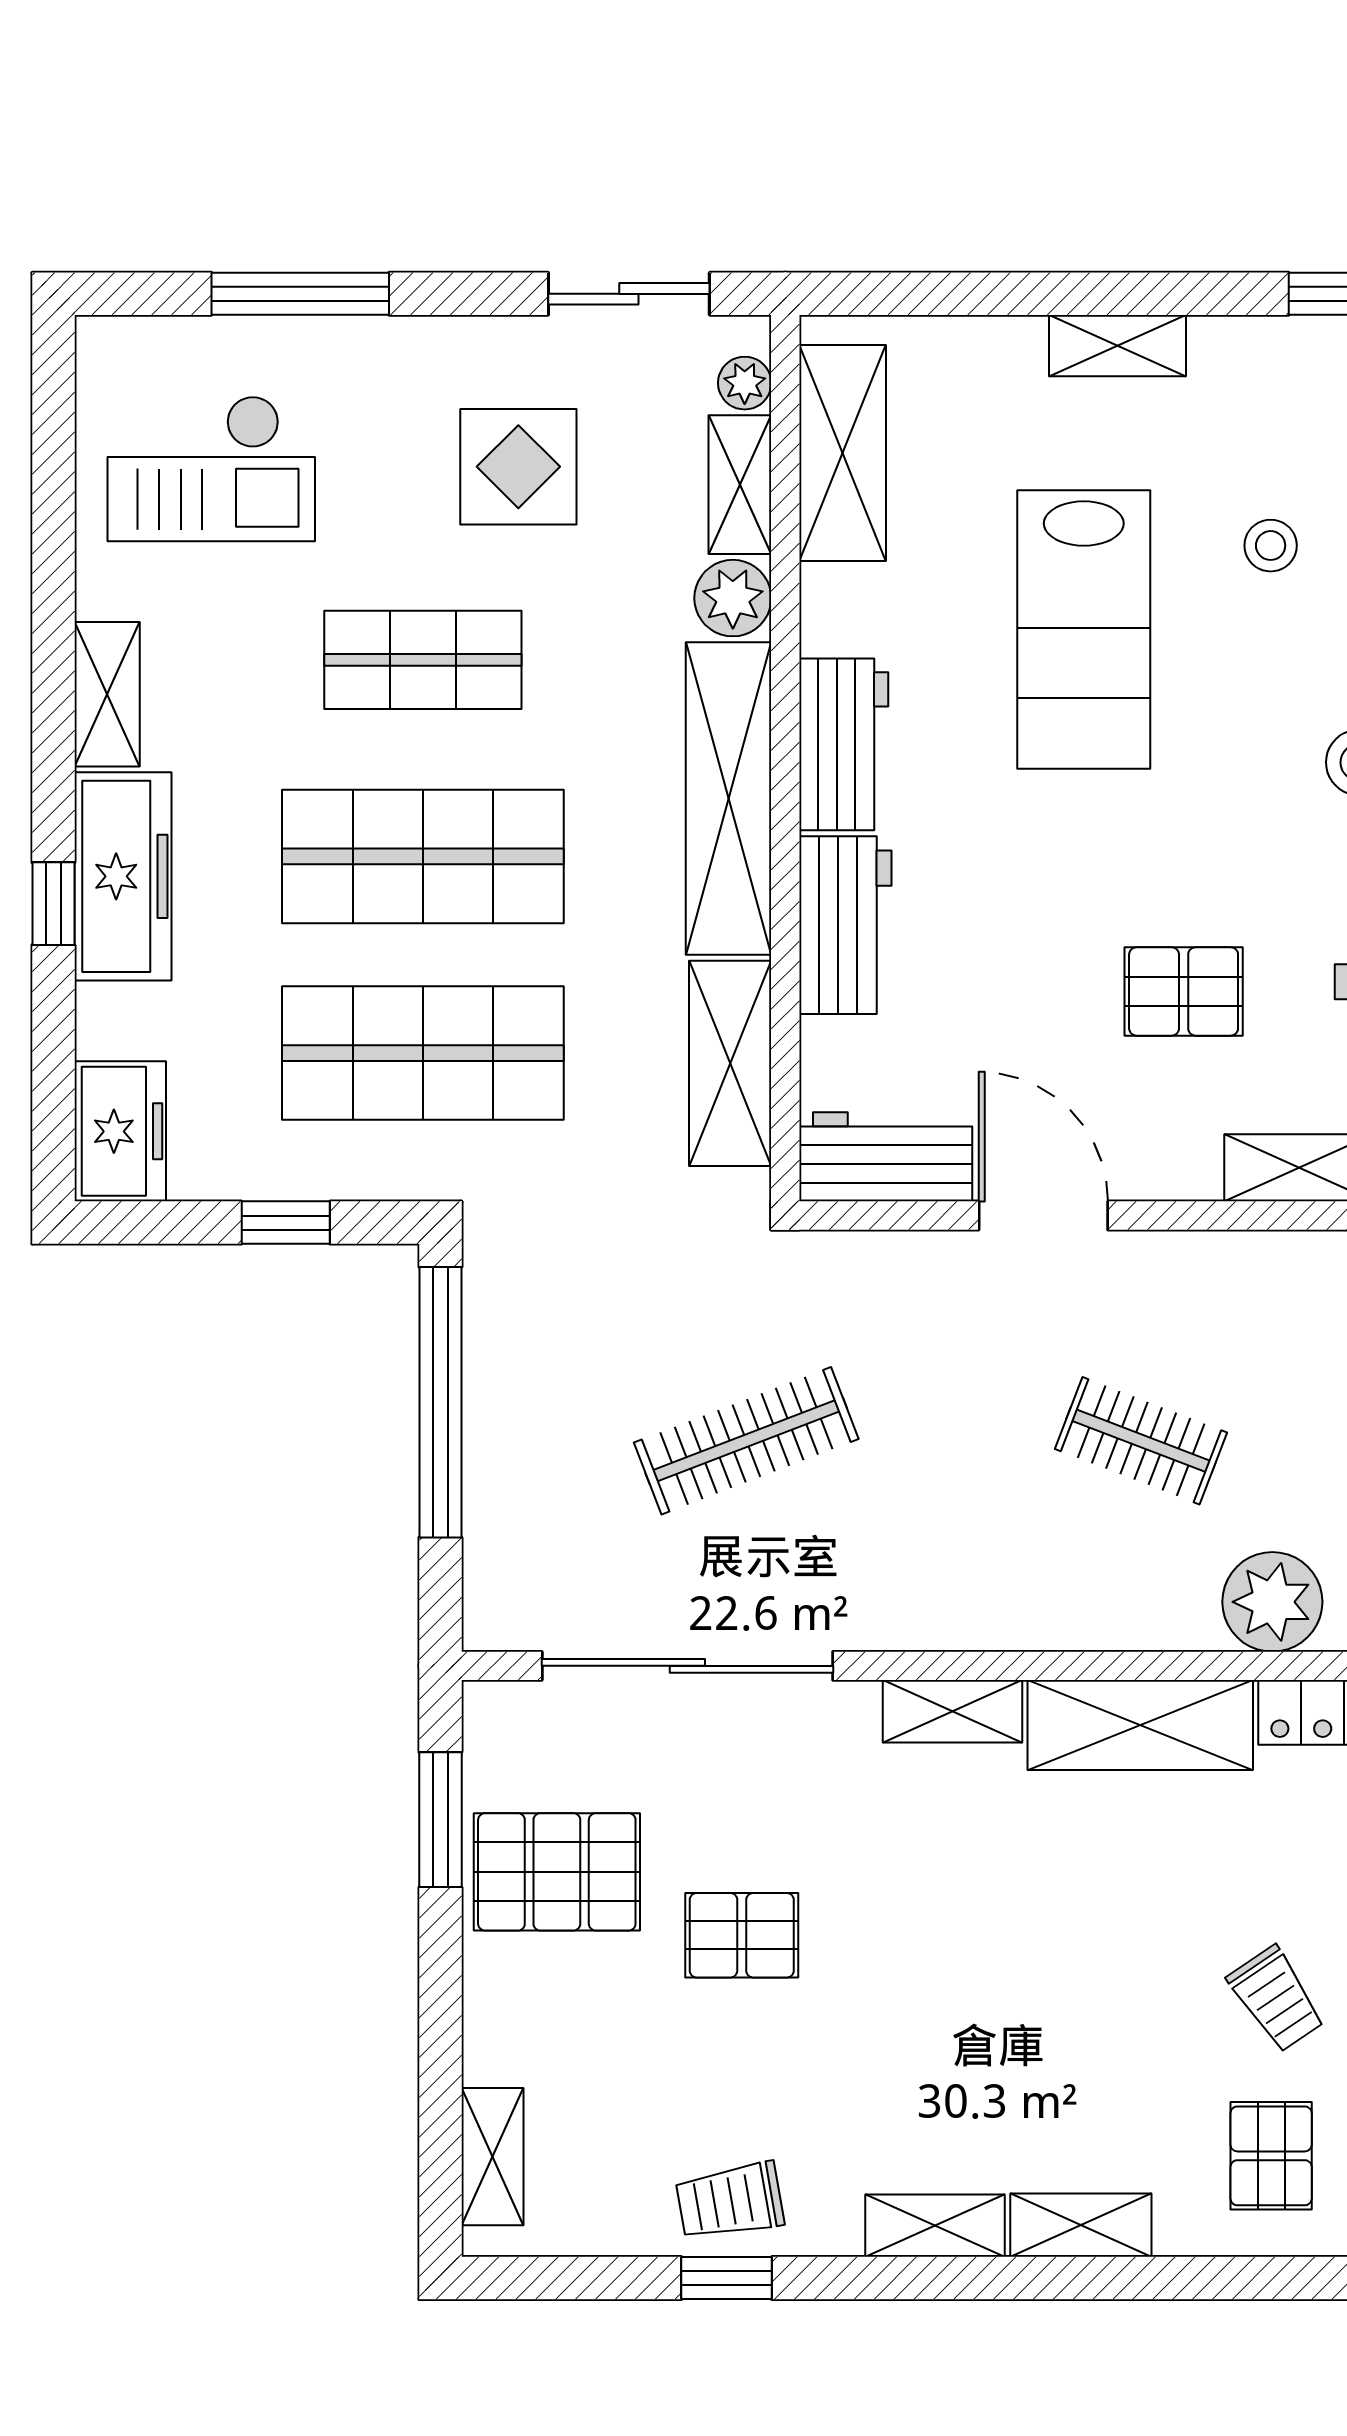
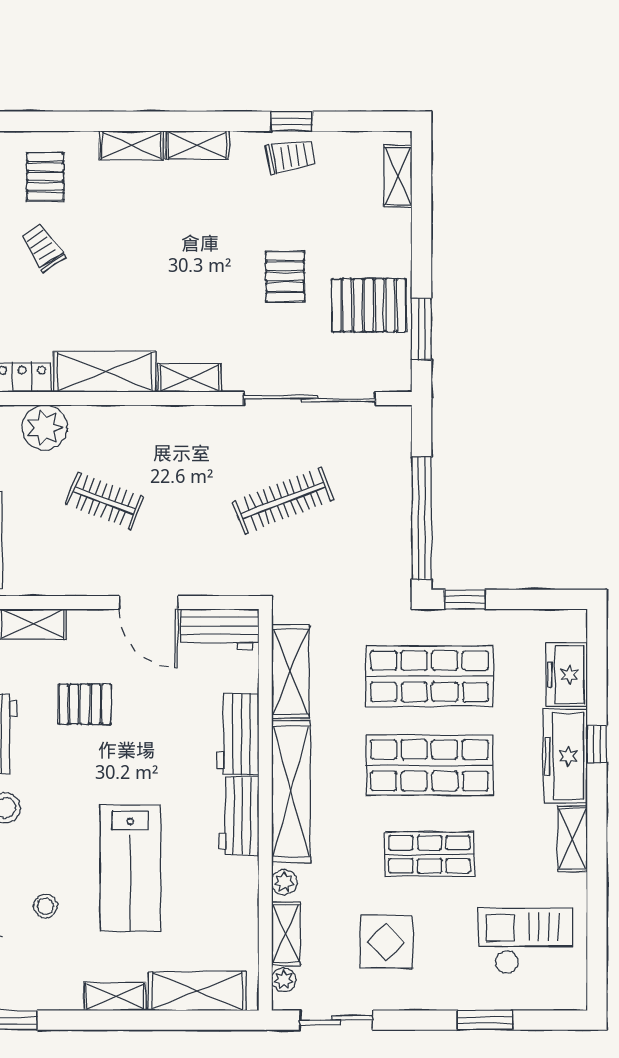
window: (300, 294) -> (485, 1020), width x0.69
shelving: (843, 453) -> (197, 991), moved, turned 90
plant: (733, 598) -> (284, 882), width x0.73, depth x0.73
lab bench: (1084, 629) -> (130, 868), turned 180
freezer: (120, 1131) -> (567, 675), moved
window: (286, 1223) -> (465, 599), moved
pallet: (742, 1935) -> (285, 277), turned 90

